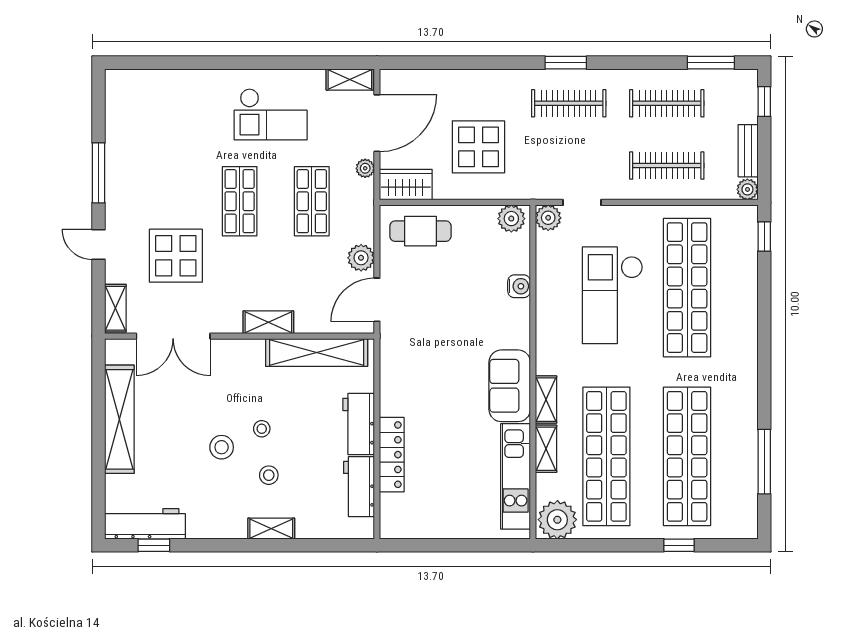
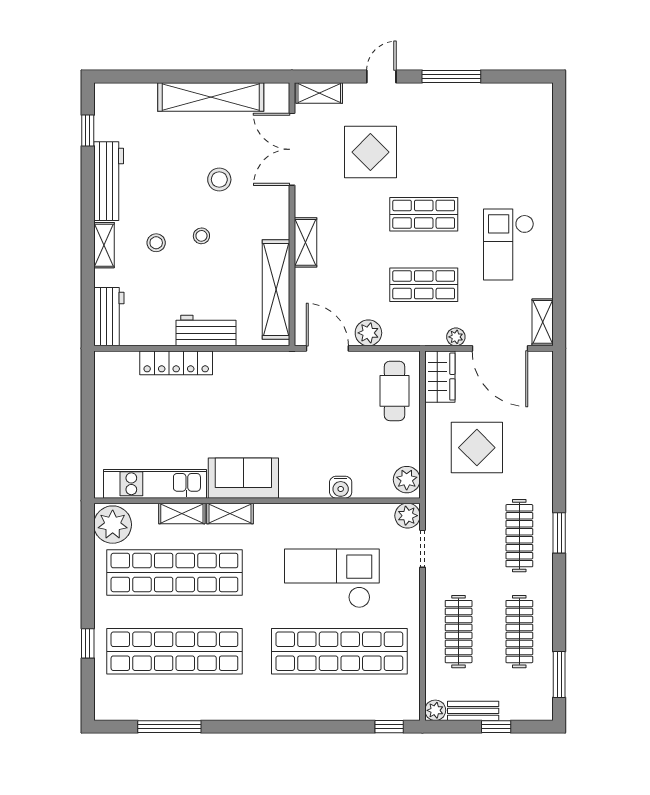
window: (764, 102) -> (496, 727), moved
stool: (222, 447) -> (219, 180), moved
workbench: (359, 487) -> (109, 317), moved, turned 90
workbench: (145, 524) -> (109, 181), moved

